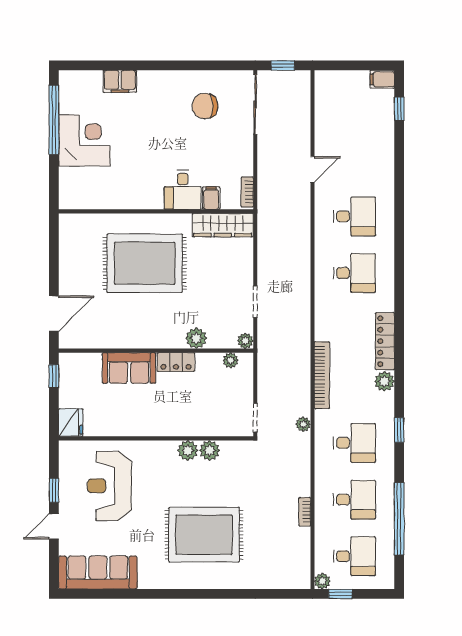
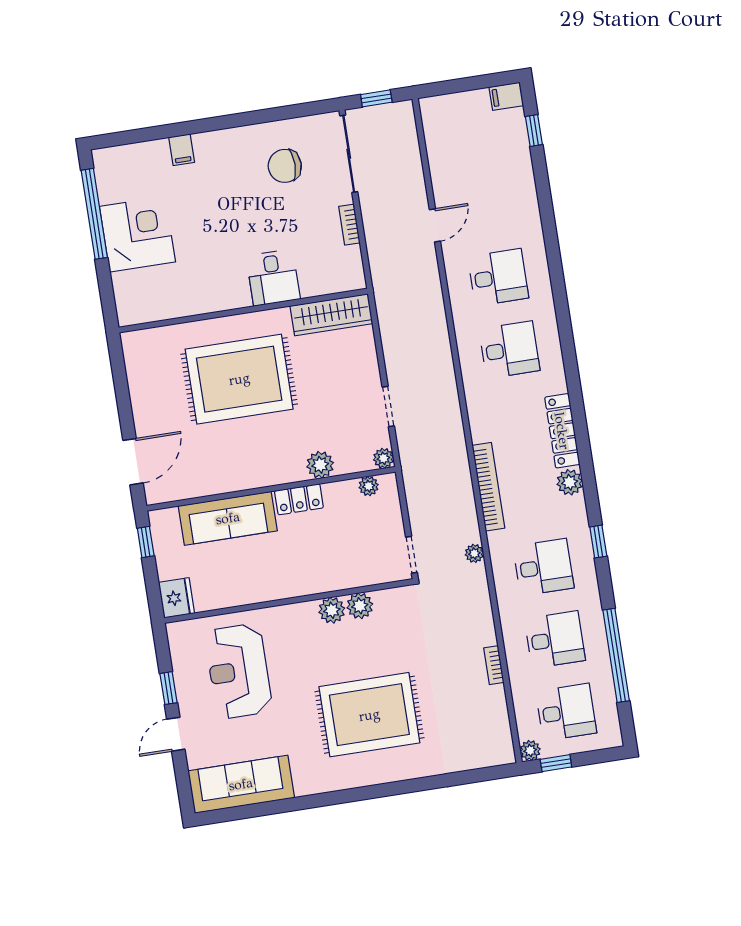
filing cabinet: (120, 81) -> (182, 150), width x0.50
bookcase: (247, 192) -> (349, 225), moved
filing cabinet: (211, 198) -> (311, 282), removed
sofa: (129, 368) -> (228, 518), width x1.36

